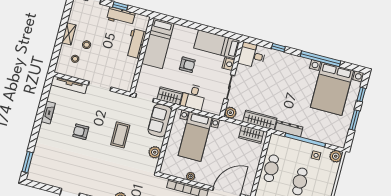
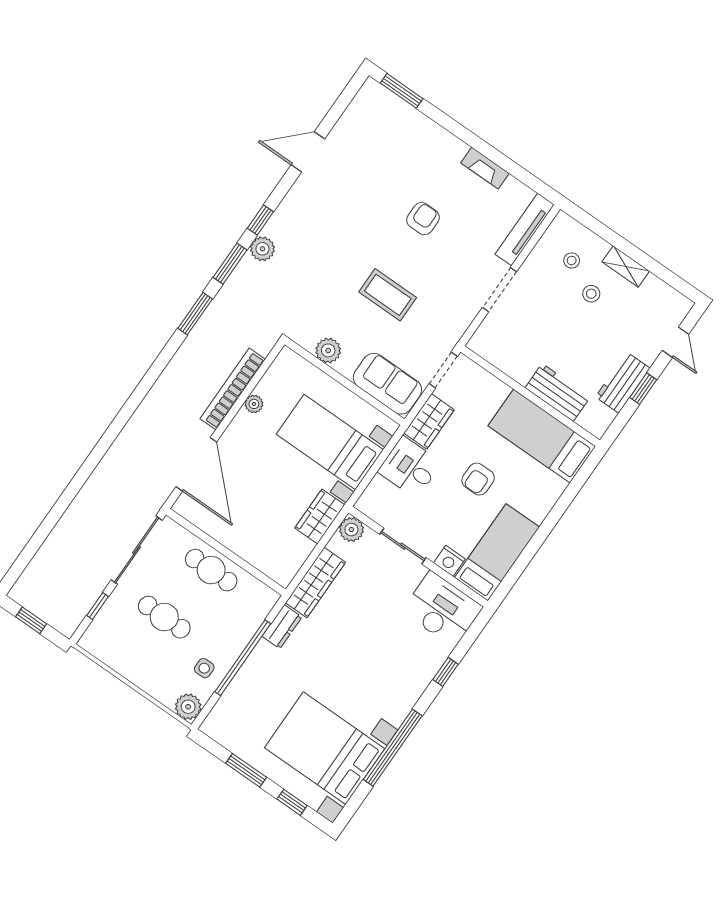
desk: (252, 55) -> (442, 609), width x1.37
dresser: (289, 129) -> (282, 627), width x0.70
wardrobe: (251, 134) -> (320, 517), moved

